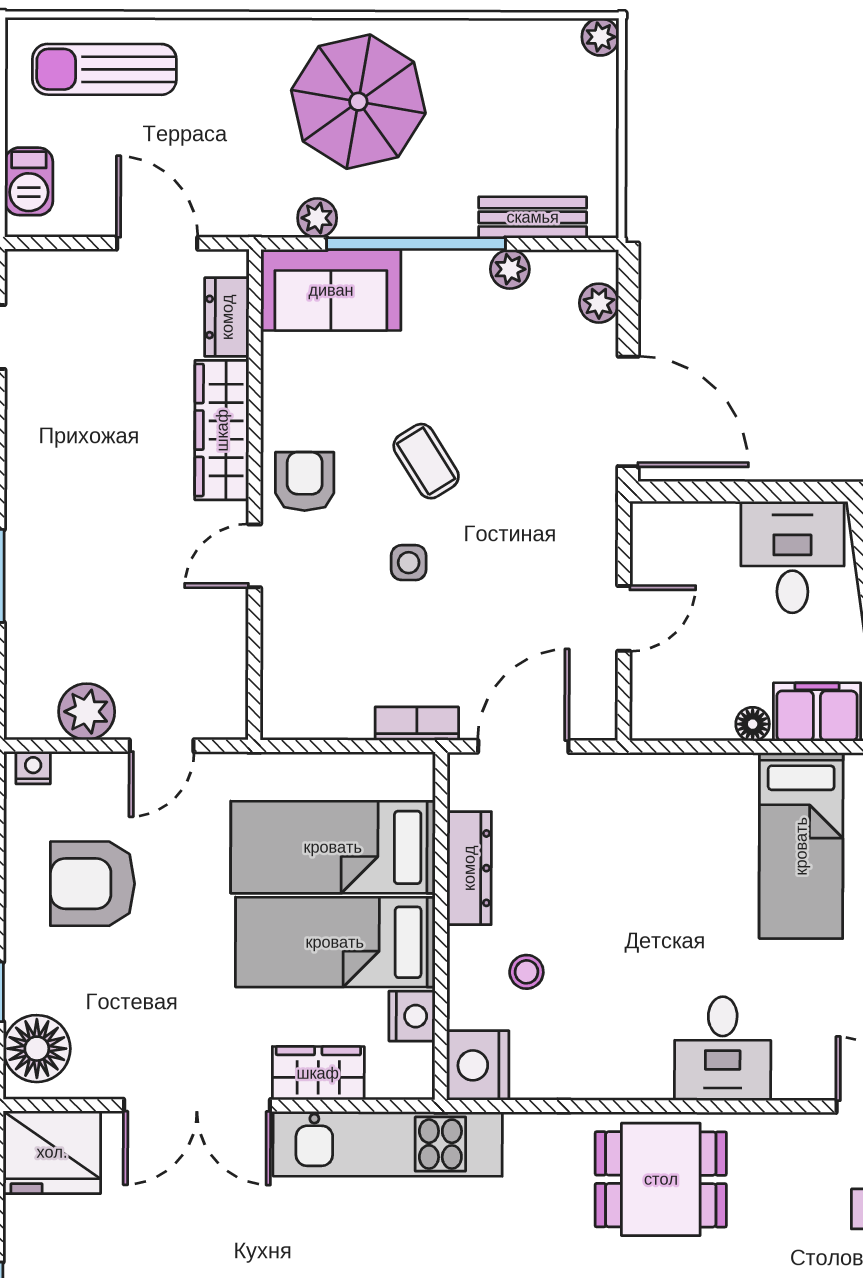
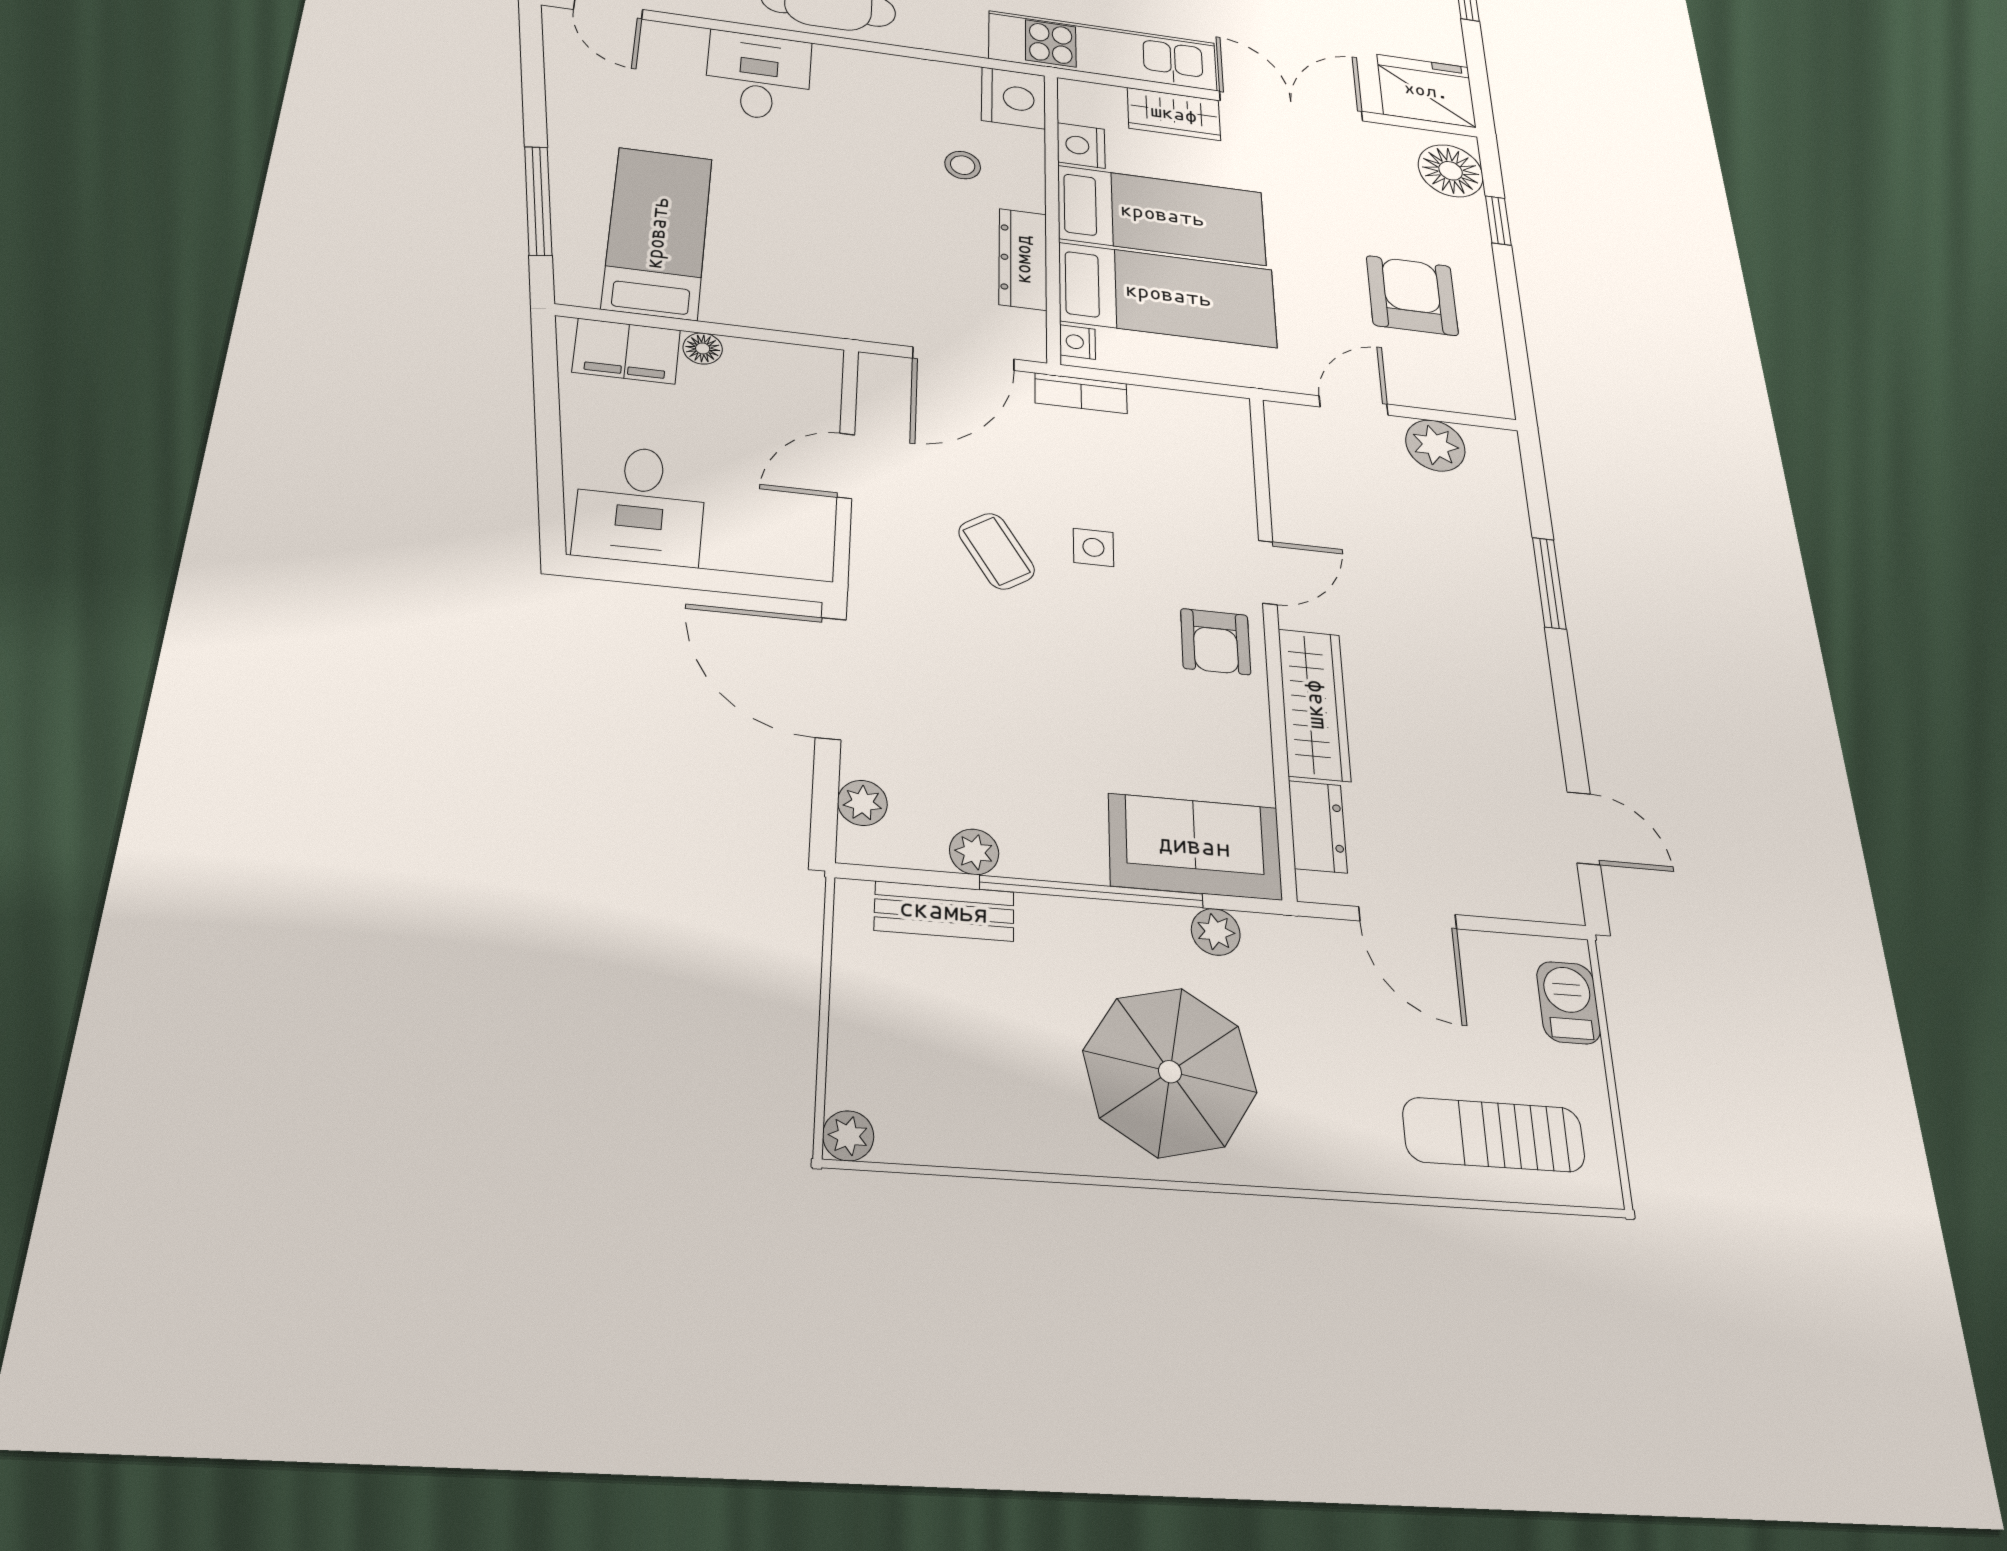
sun lounger: (104, 69) -> (1494, 1135), turned 180
coffee table: (426, 461) -> (996, 551), moved
nightstand: (33, 768) -> (1078, 342), moved, turned 90
armchair: (92, 884) -> (1412, 295), turned -90

